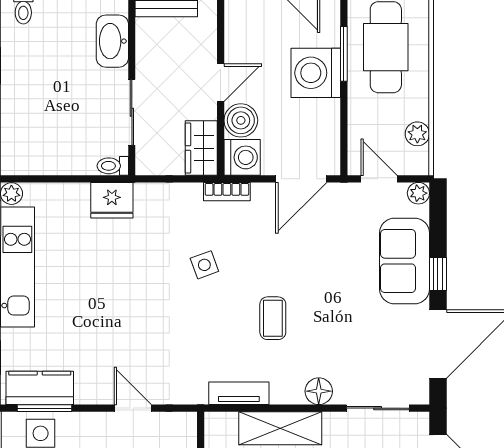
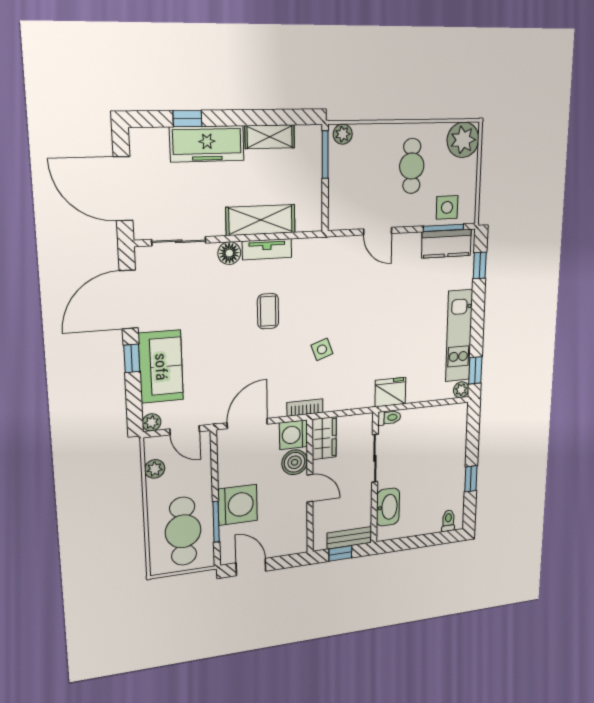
door: (221, 83) -> (310, 488), swing flipped
tv unit: (239, 393) -> (267, 249), moved

